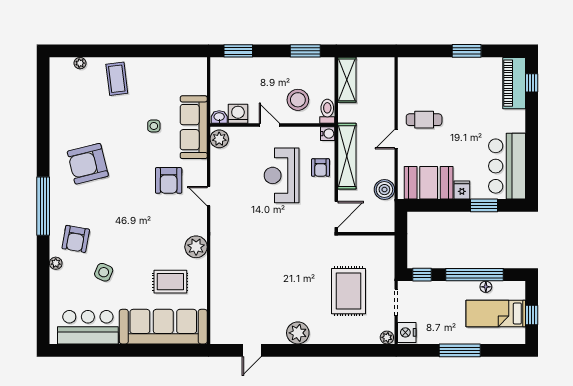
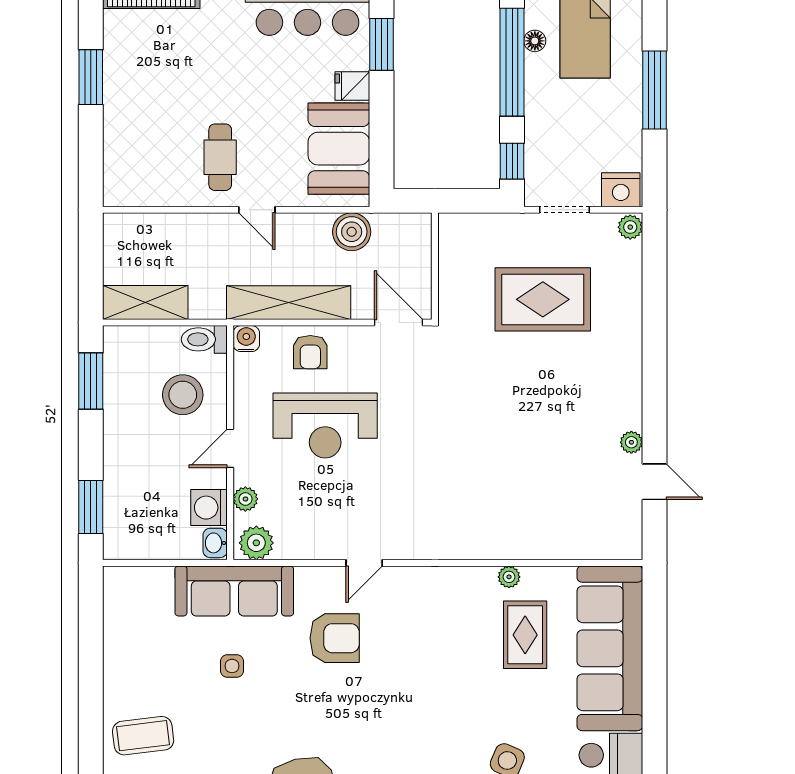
plant: (243, 133) -> (245, 499), added
armchair: (321, 168) -> (310, 352), turned 90
plant: (196, 247) -> (509, 577), moved, width x0.53, depth x0.53
plant: (298, 333) -> (631, 442), moved, width x0.53, depth x0.53

